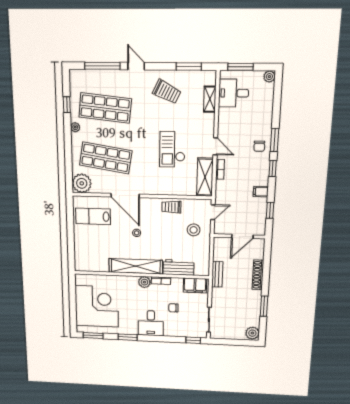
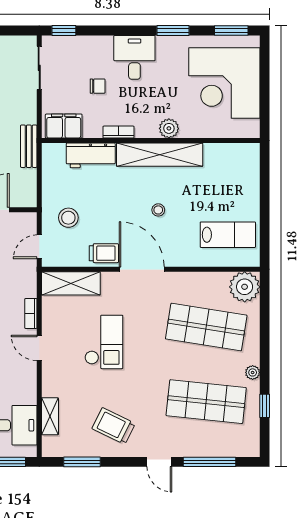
shelving: (205, 177) -> (71, 283), moved, turned 90
door: (125, 196) -> (142, 269), moved
plant: (144, 282) -> (169, 128), moved

